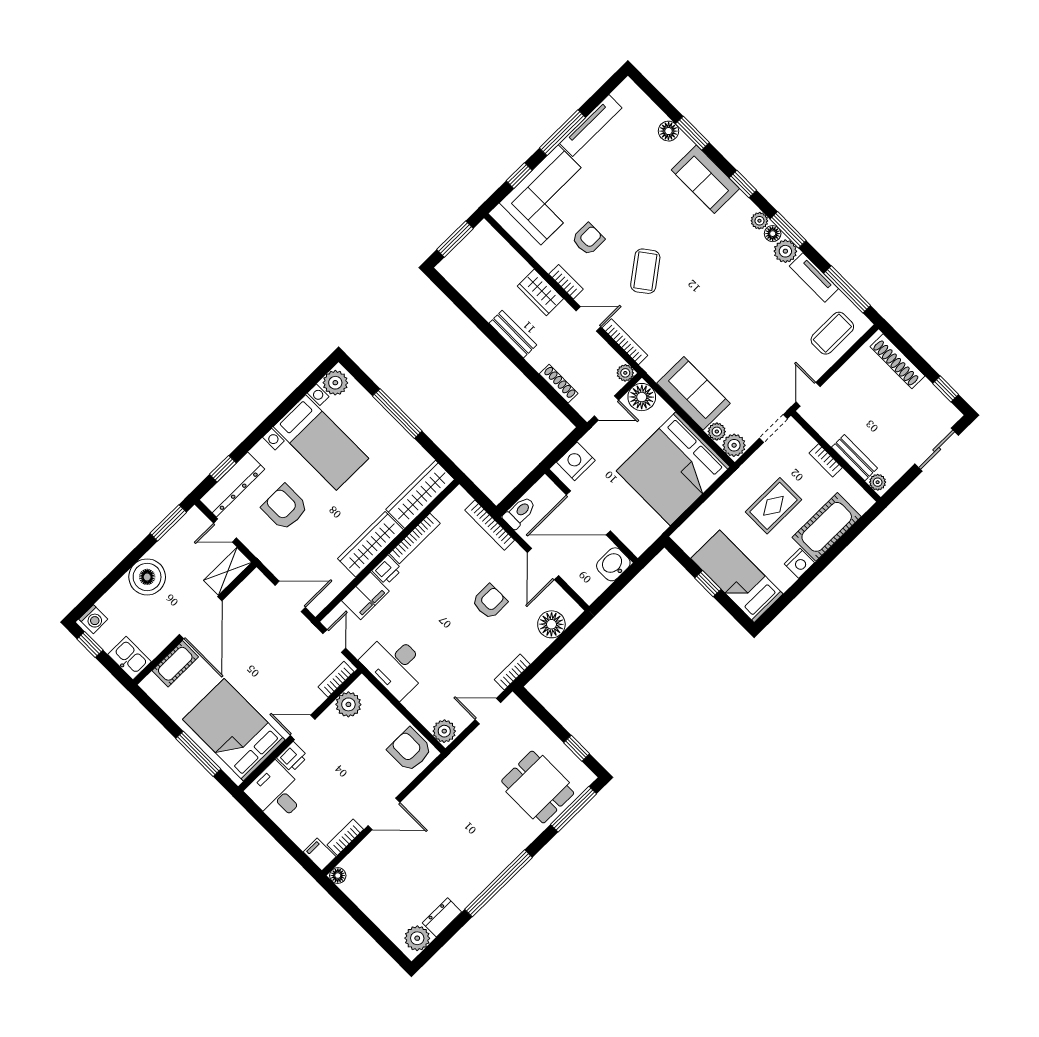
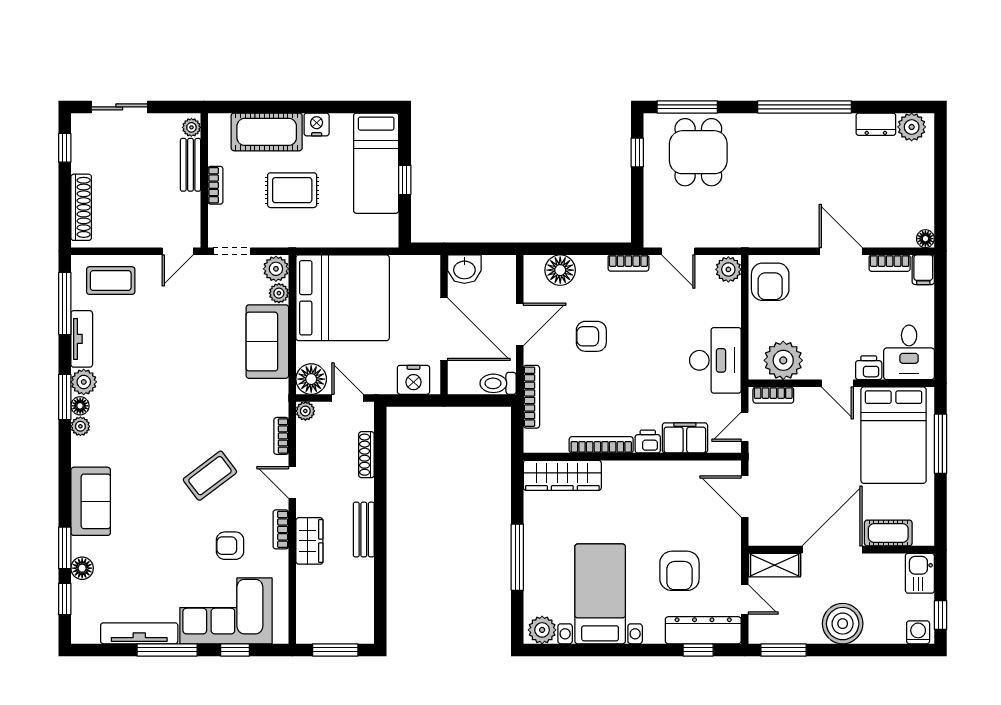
window: (743, 184) -> (65, 599), moved
bookcase: (625, 342) -> (281, 436), width x0.64
wardrobe: (370, 544) -> (641, 475), removed
plant: (348, 704) -> (783, 360), width x1.36, depth x1.36

